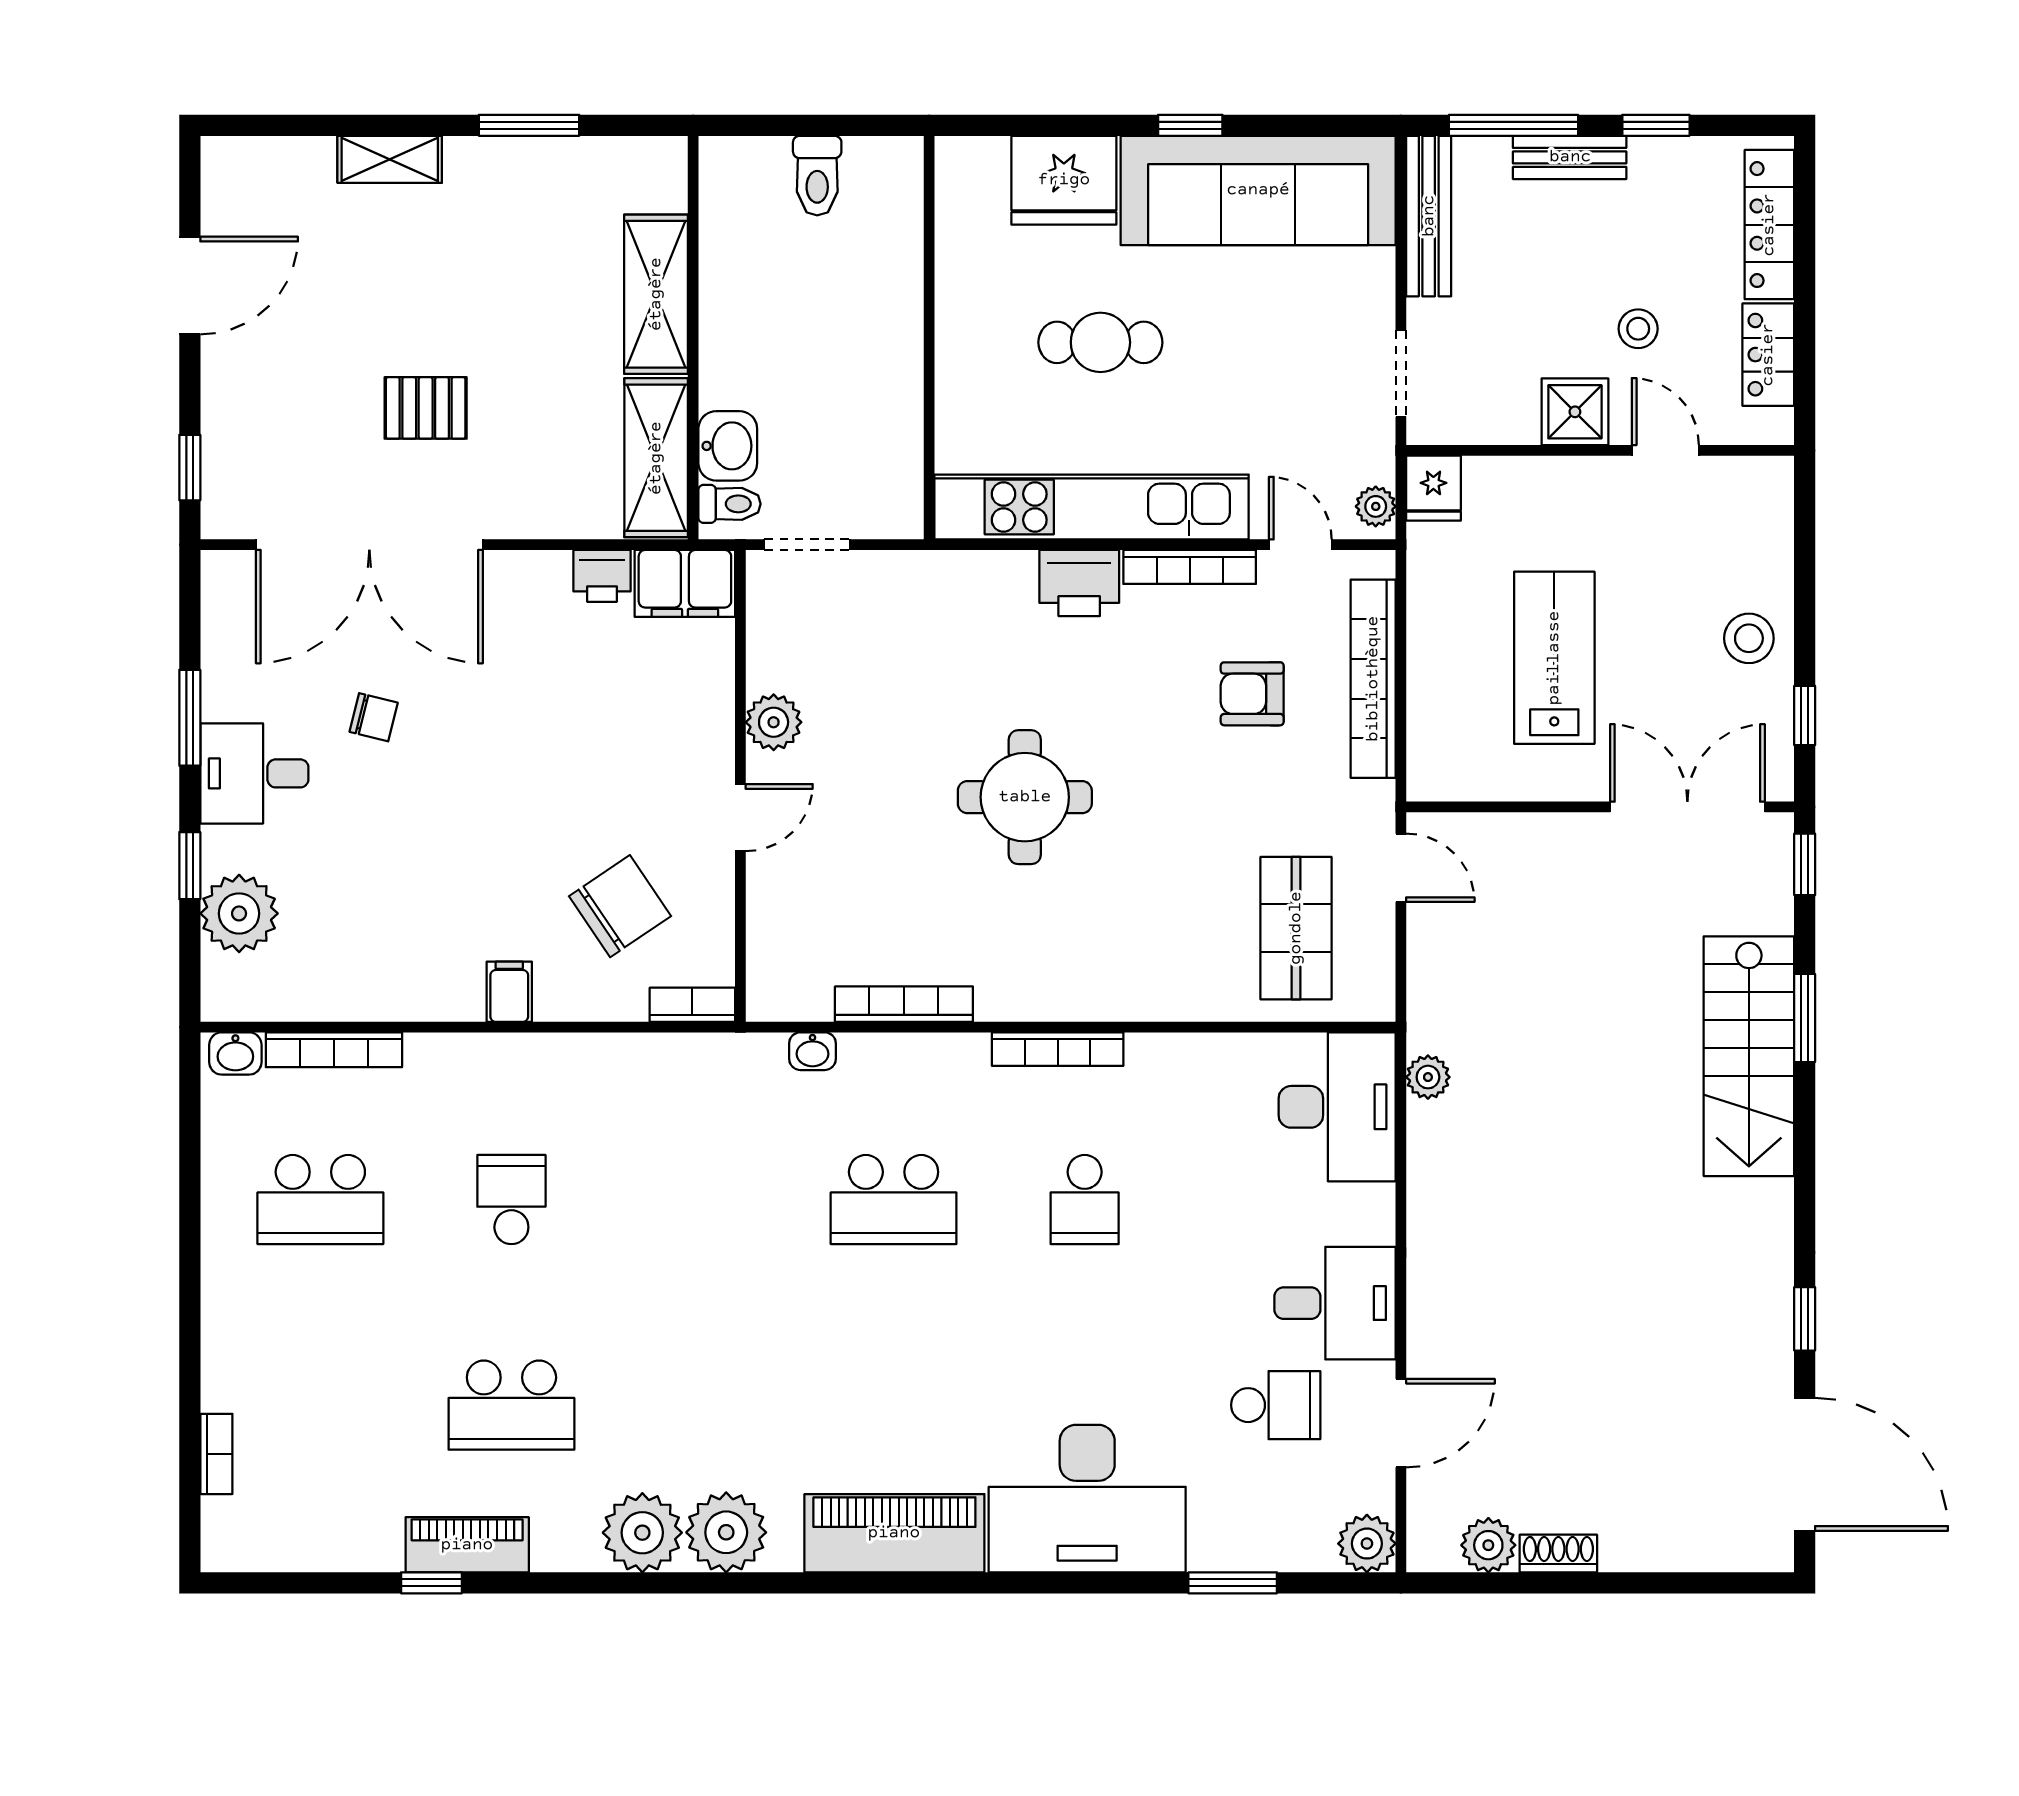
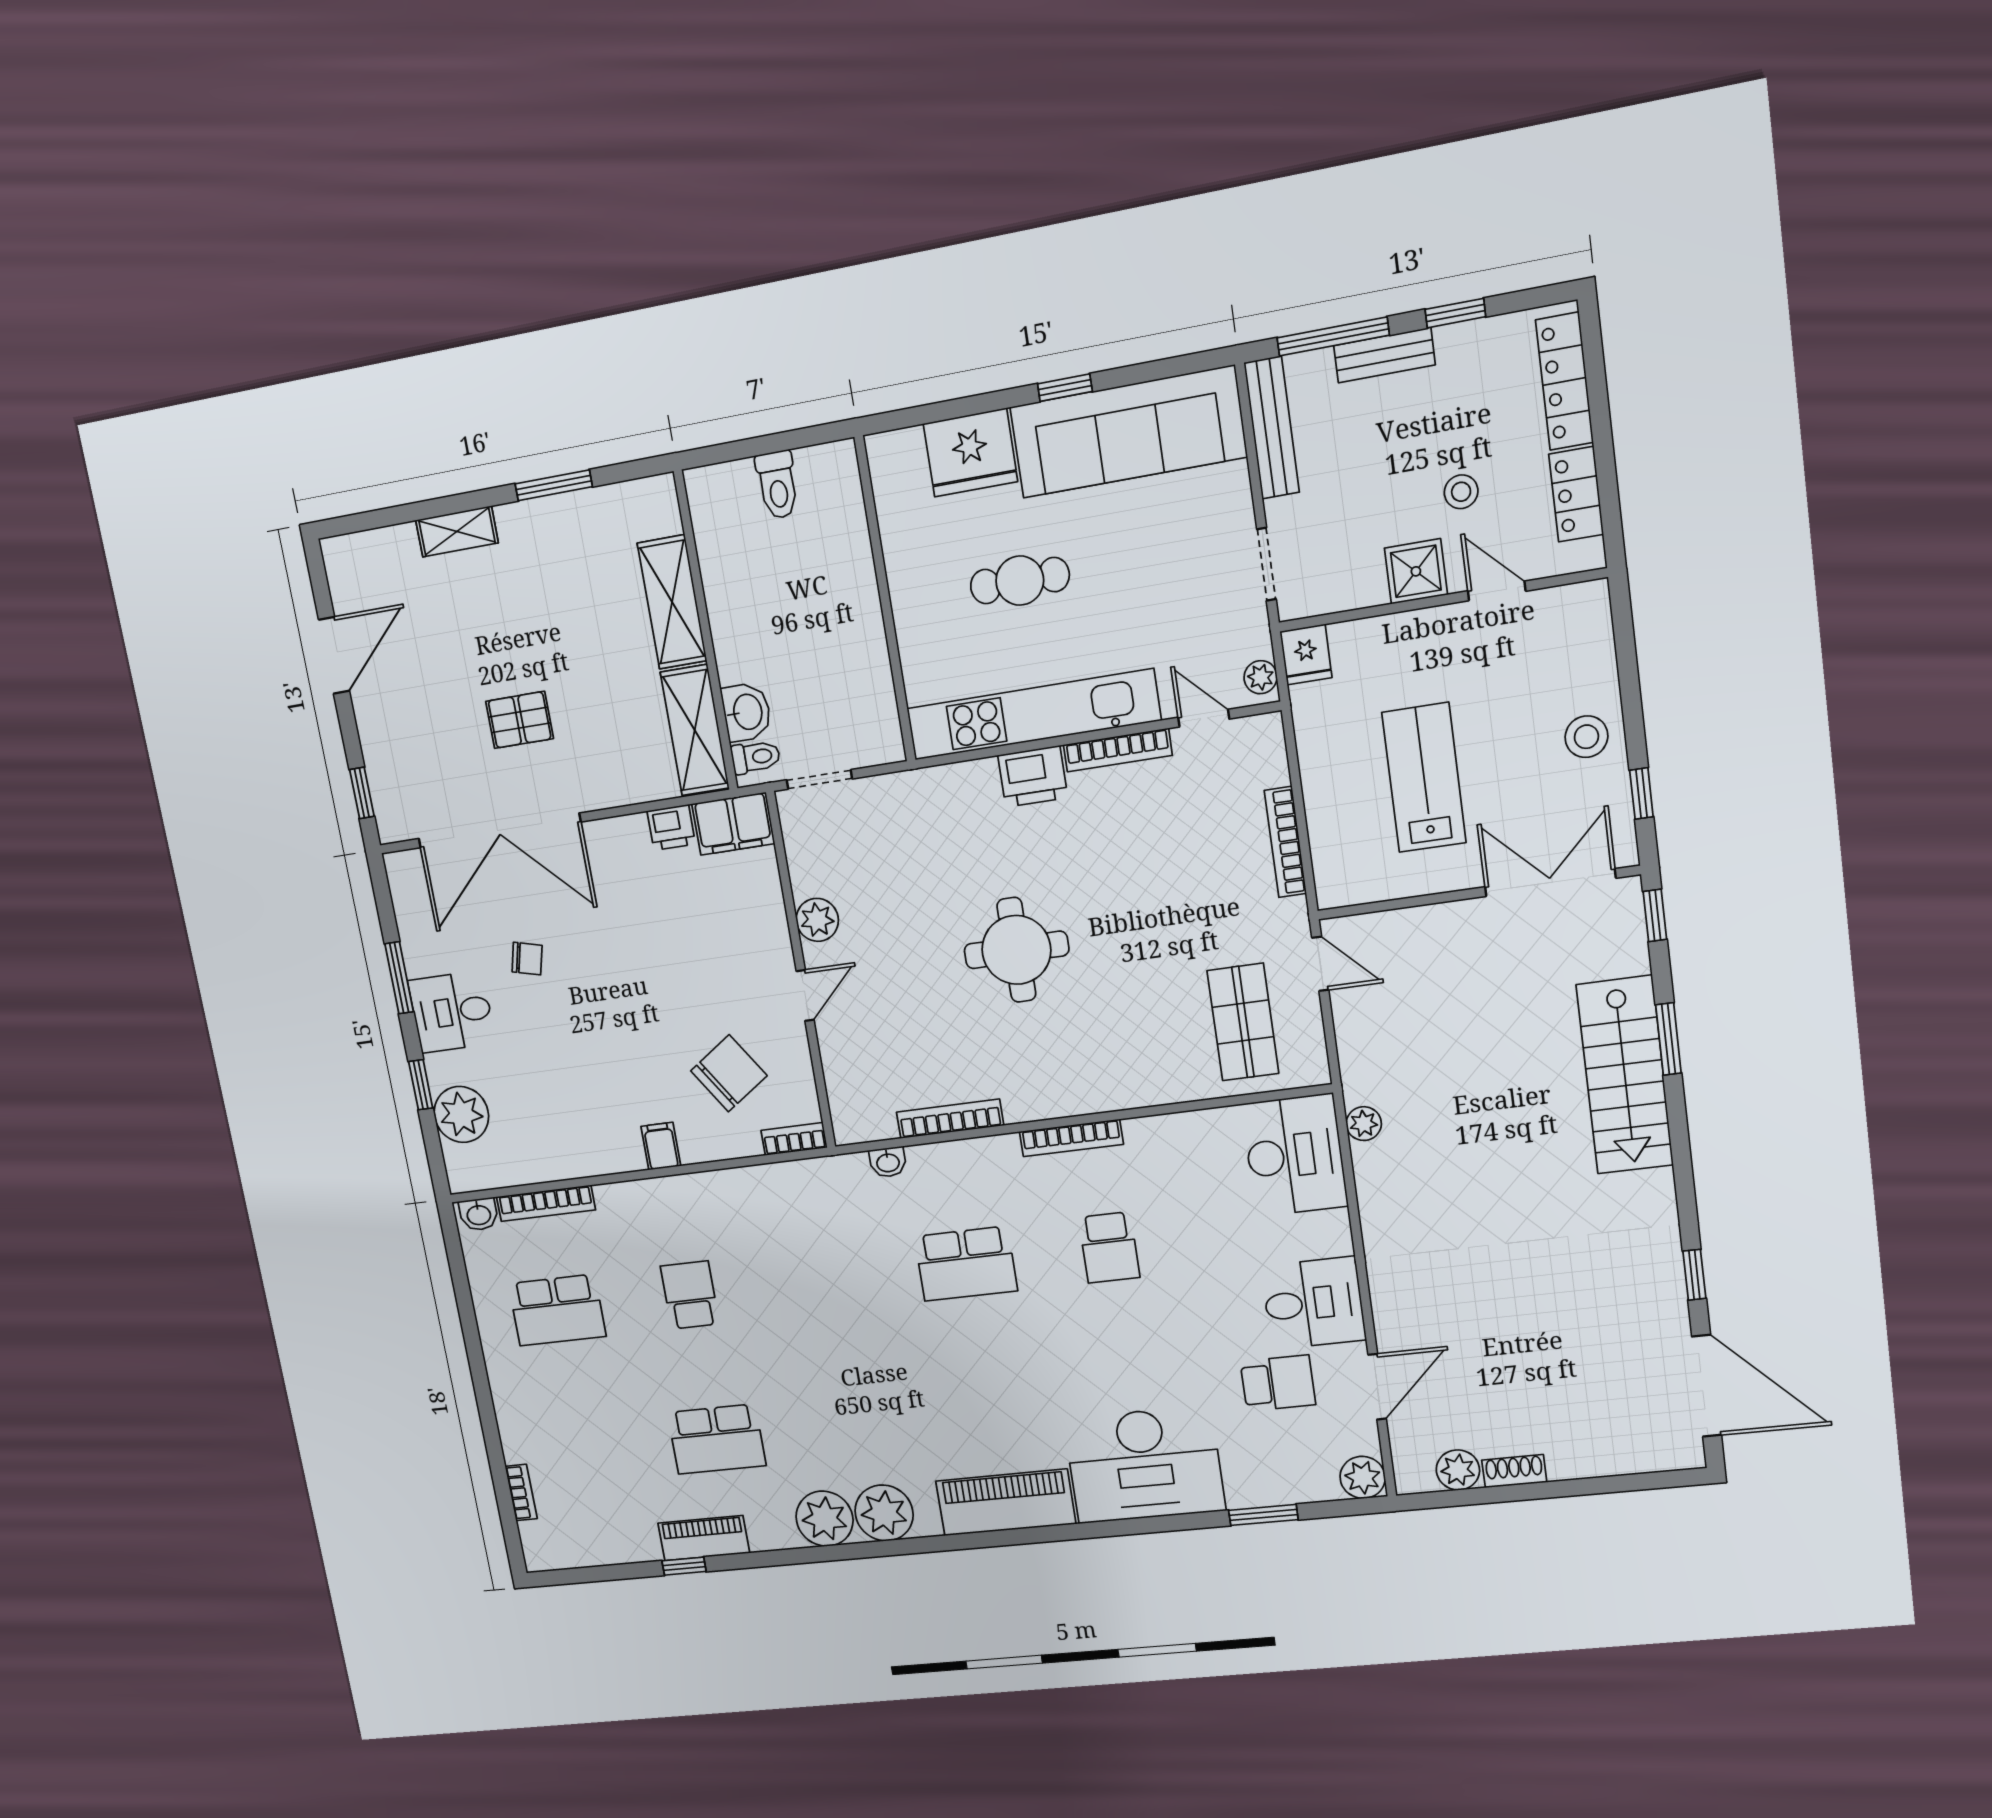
bookcase: (1373, 679) -> (1285, 842), width x0.68, depth x0.76
armchair: (1252, 694) -> (1182, 843), removed

